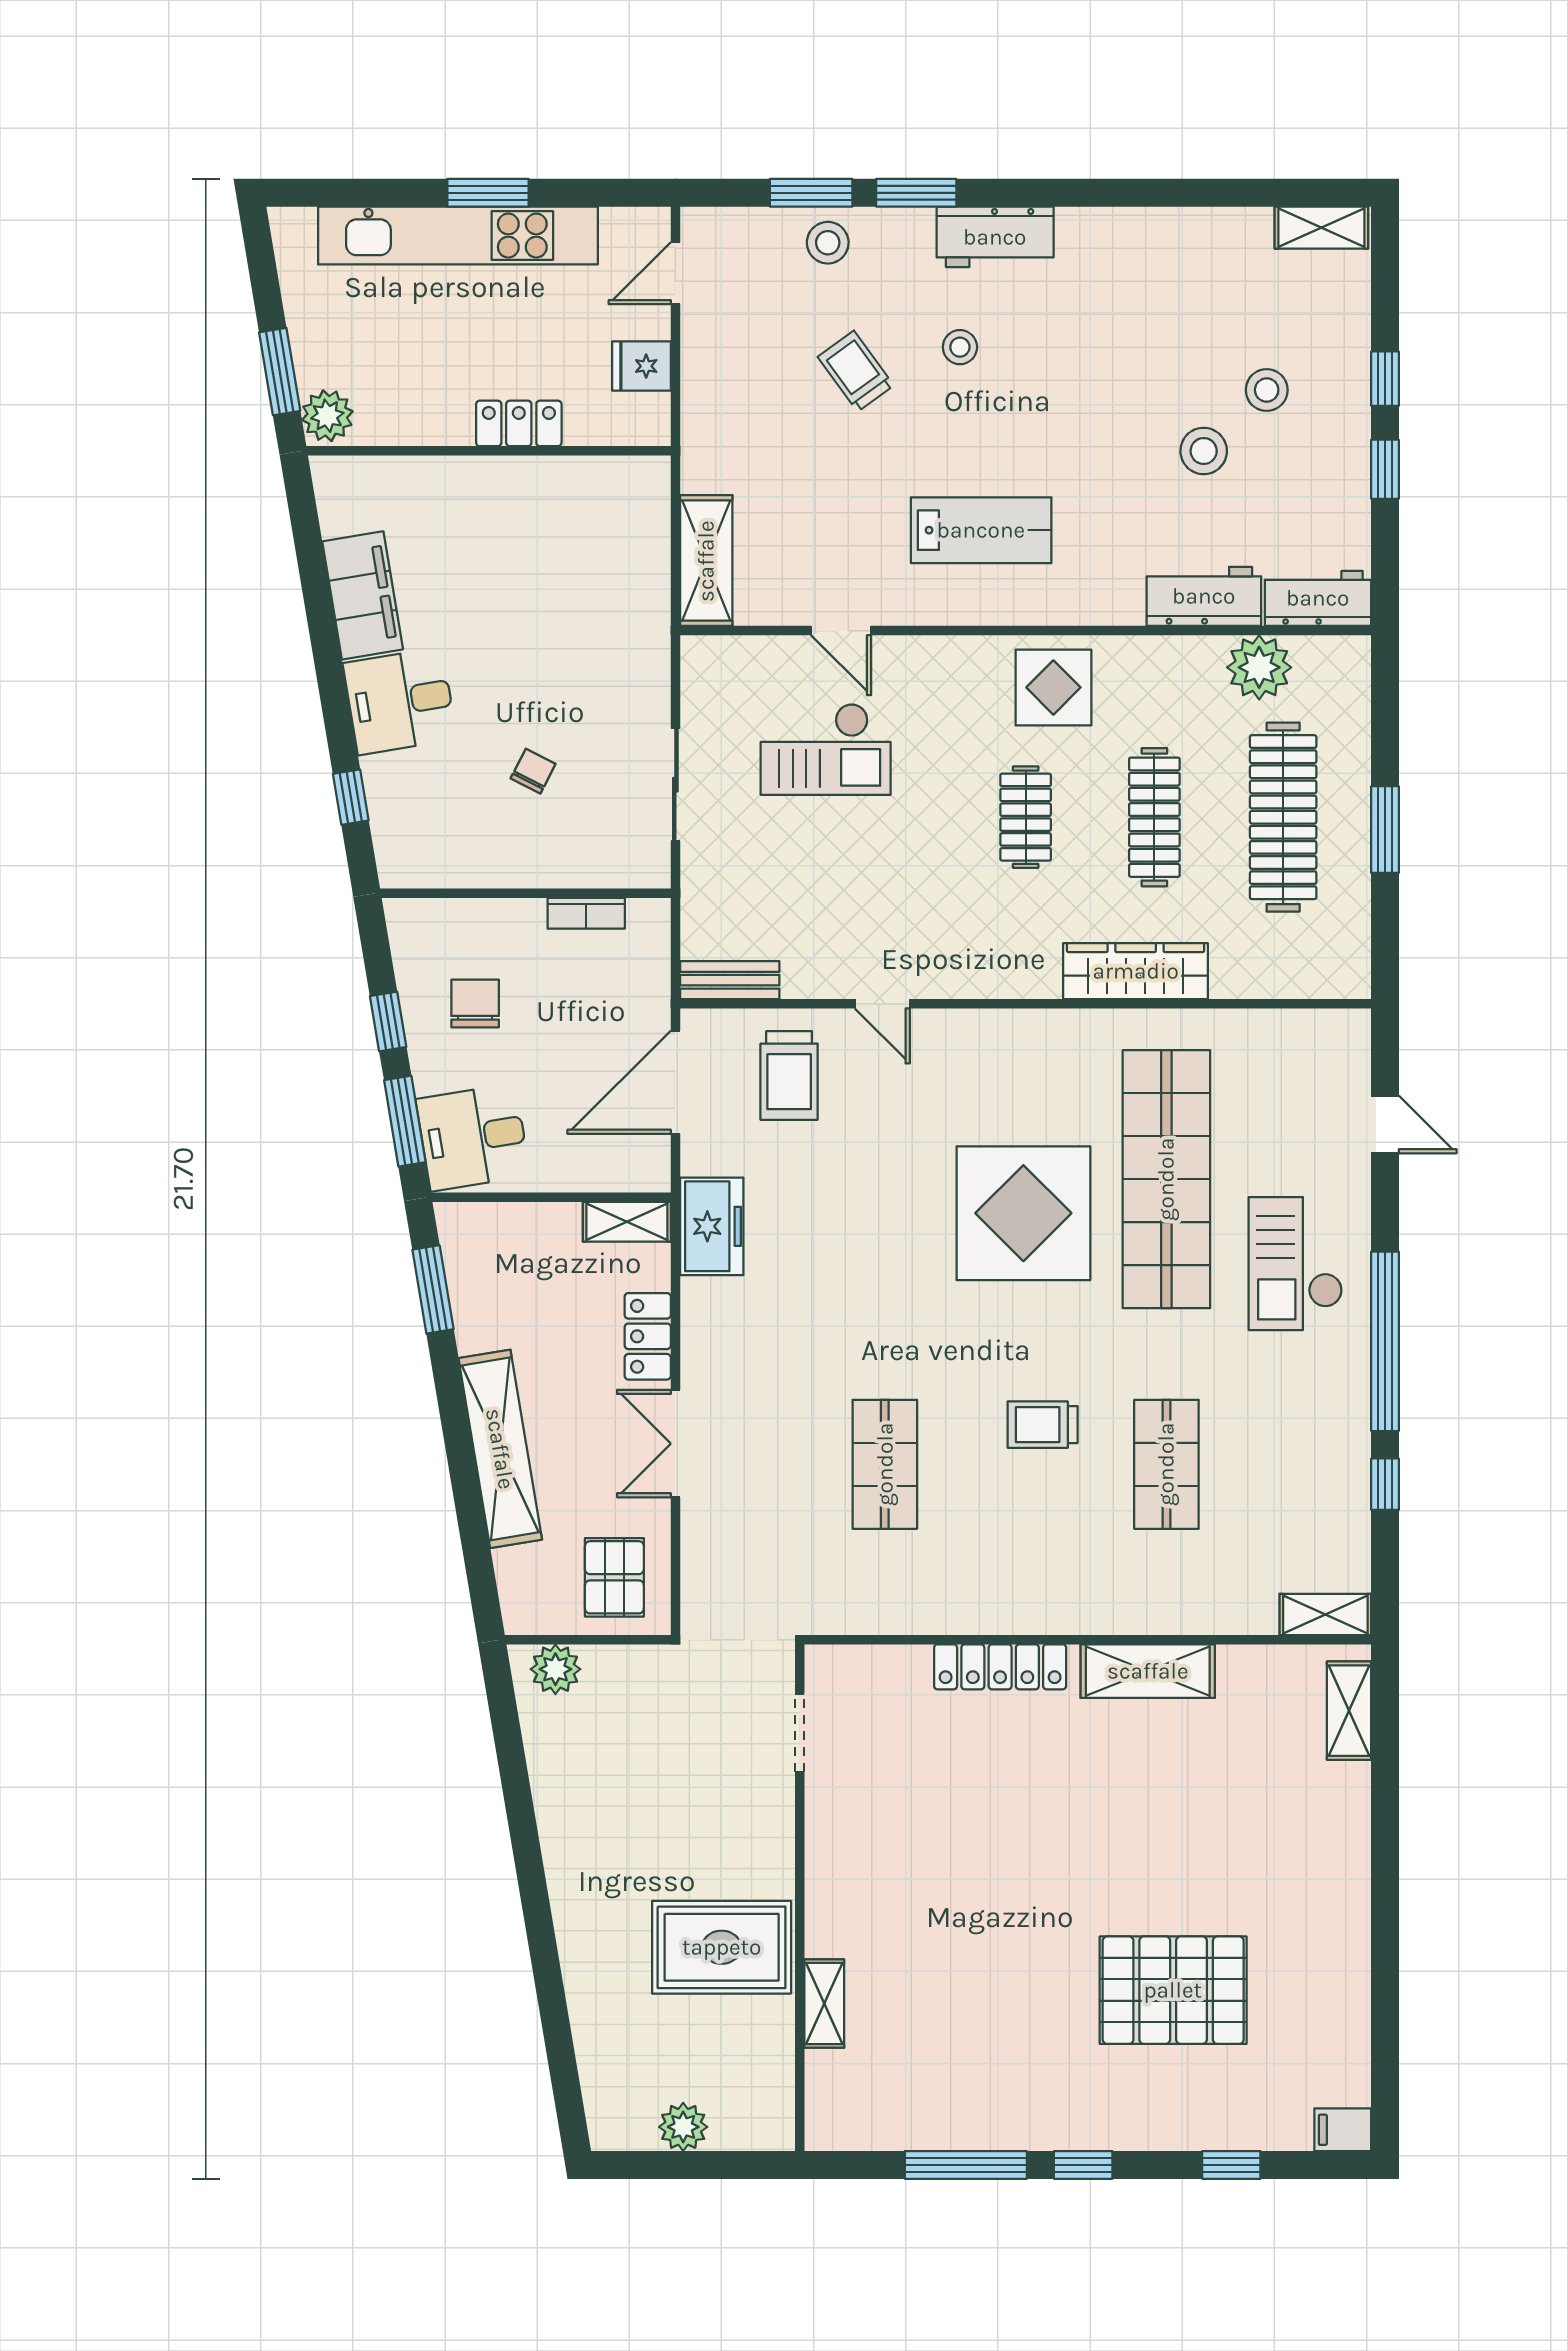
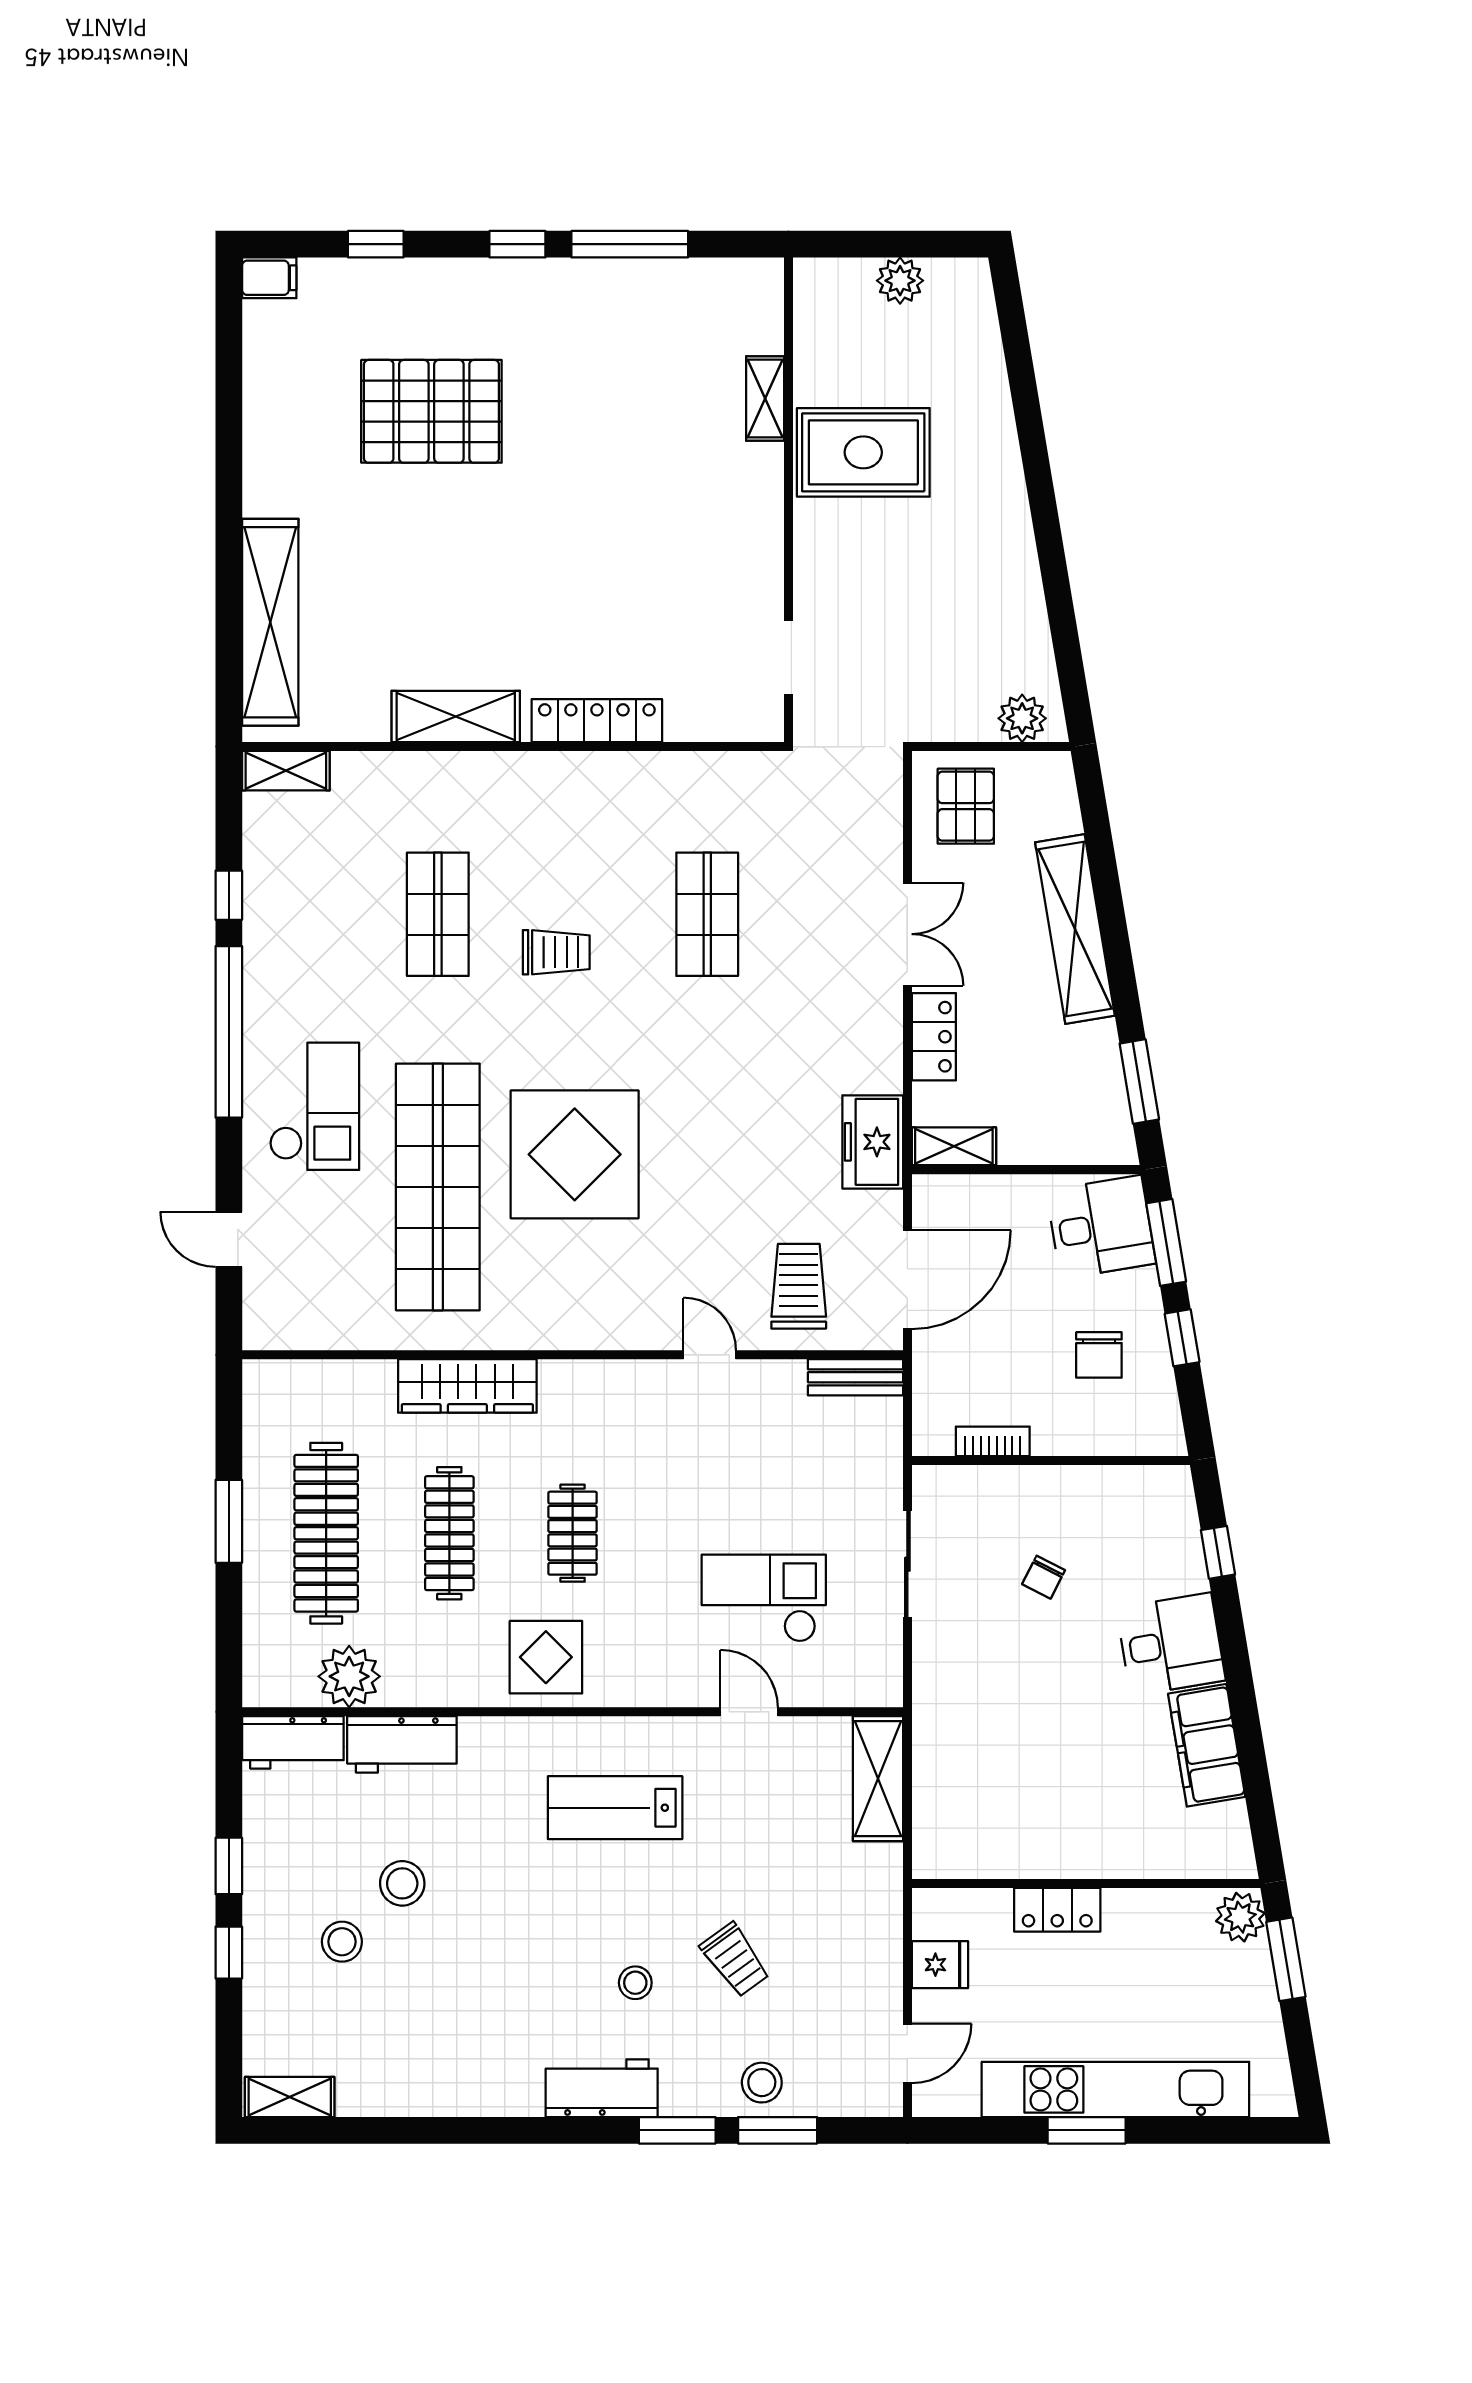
shelving: (1349, 1711) -> (270, 622), width x2.20, depth x1.33

